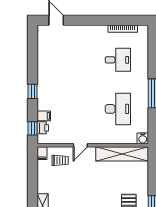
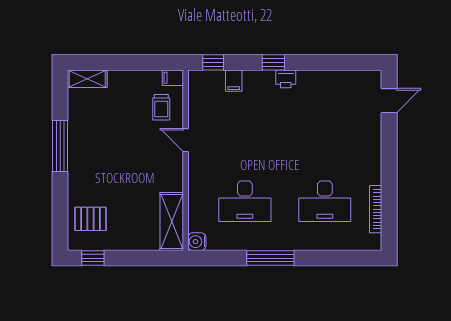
desk: (118, 60) -> (325, 201), width x1.37
printer: (43, 128) -> (286, 79), moved
shelving: (122, 154) -> (172, 222), width x0.68

